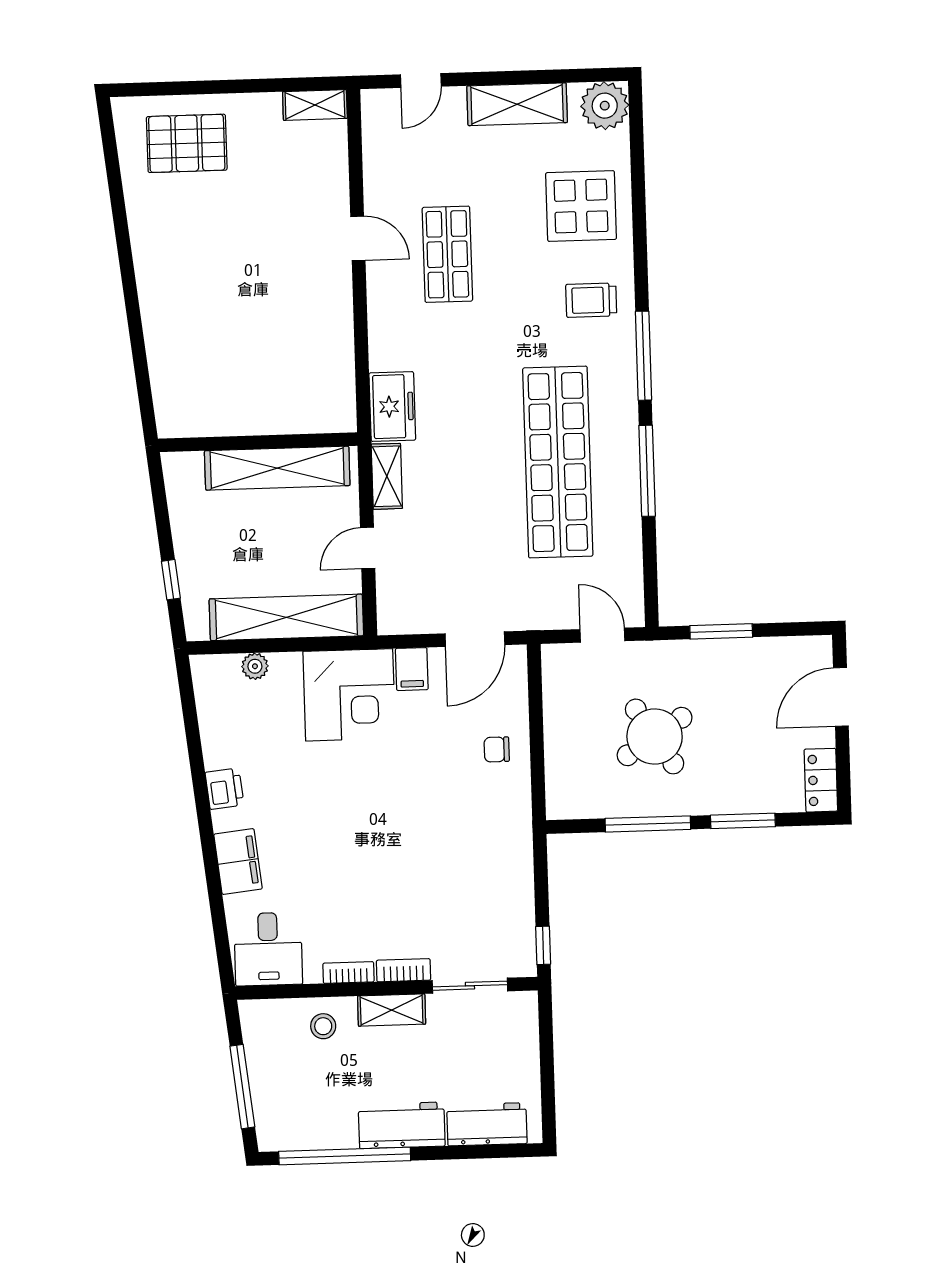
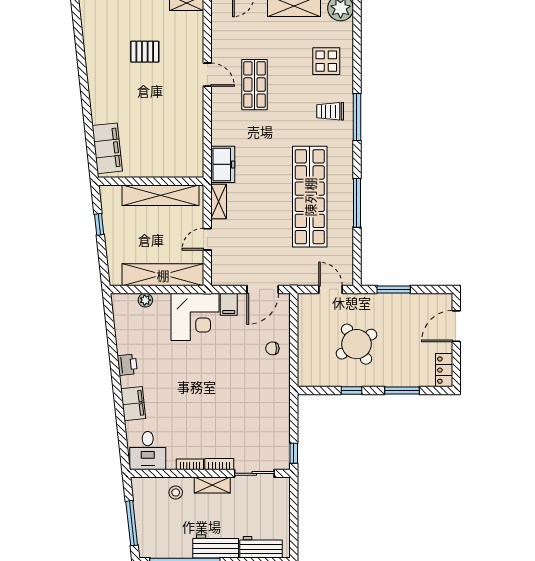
pallet: (187, 143) -> (145, 52), moved, width x0.67, depth x0.71
display table: (581, 206) -> (326, 61), width x0.73, depth x0.73
window: (643, 356) -> (357, 117), moved
filing cabinet: (174, 383) -> (107, 148), added
window: (171, 580) -> (99, 224), moved
window: (648, 824) -> (351, 390), width x0.46

